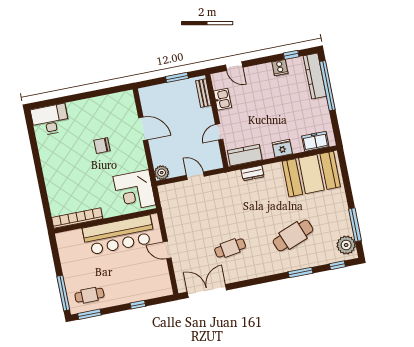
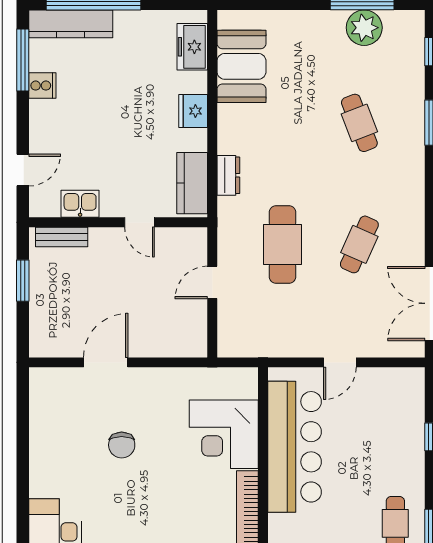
window: (291, 55) -> (23, 60), width x2.17
plant: (162, 173) -> (194, 344), removed
booth: (311, 174) -> (241, 66), width x0.73, depth x0.70
corner desk: (134, 191) -> (224, 434), moved, turned 90
cafe table: (222, 208) -> (283, 244), added
cafe table: (293, 236) -> (359, 123), width x0.73, depth x0.74
plant: (346, 245) -> (364, 28), moved
cafe table: (230, 248) -> (359, 244), turned 33

